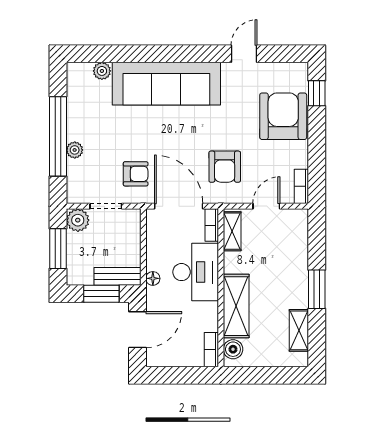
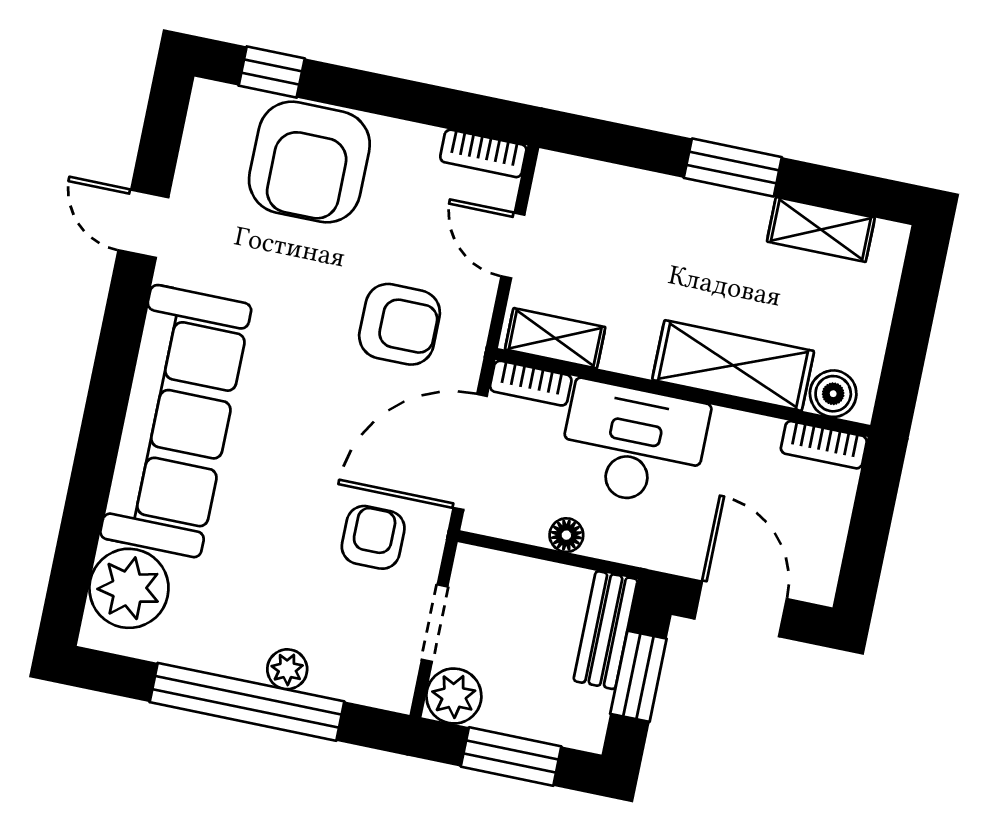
plant: (102, 71) -> (129, 588), width x1.88, depth x1.88
armchair: (283, 116) -> (309, 162), turned -90
floor lamp: (153, 278) -> (566, 535), moved

